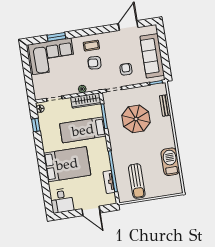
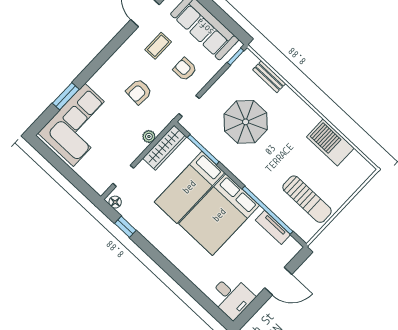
coffee table: (91, 46) -> (158, 46), moved
bed: (67, 164) -> (219, 215), moved, turned 180

